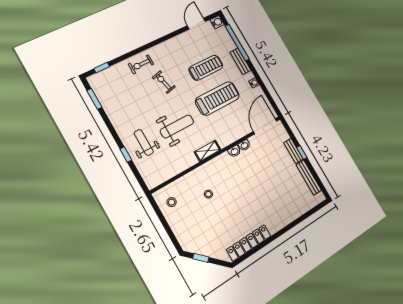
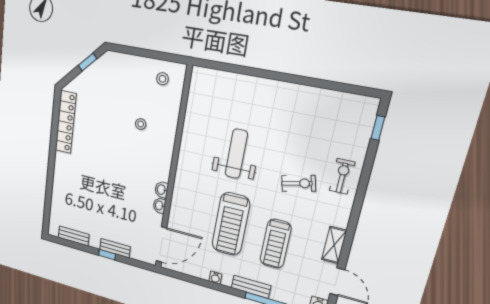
window: (94, 99) -> (346, 88), removed
weight bench: (177, 126) -> (236, 154), turned 180
door: (265, 126) -> (161, 245), hinge flipped
weight bench: (144, 142) -> (248, 102), removed
shelving: (207, 151) -> (334, 245), moved
window: (126, 154) -> (251, 71), removed
bench: (309, 178) -> (74, 236), width x0.73

